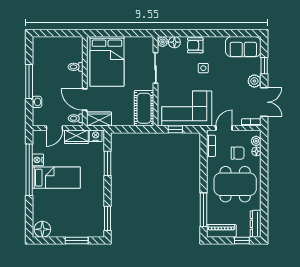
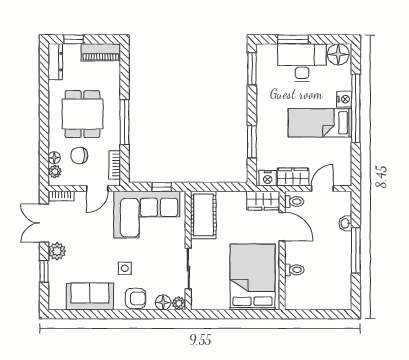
sofa: (243, 47) -> (90, 297), moved
nightstand: (38, 160) -> (344, 99), moved
window: (29, 170) -> (356, 108), moved
dining table: (235, 184) -> (82, 114), width x0.73
window: (204, 210) -> (124, 122), moved
desk: (70, 223) -> (302, 63), added

